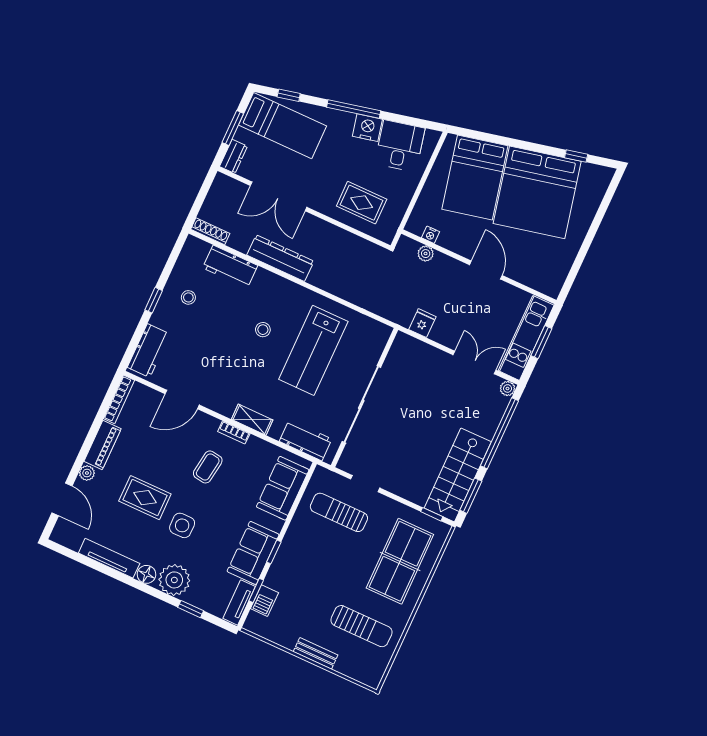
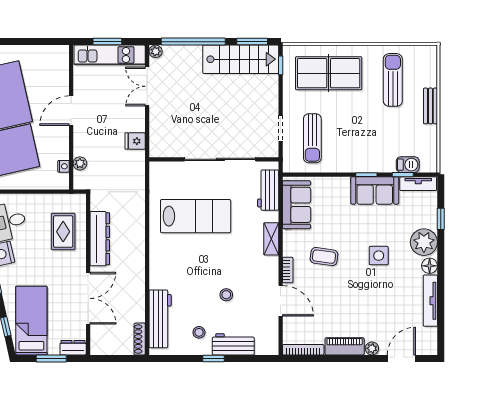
dresser: (280, 258) -> (100, 239), moved, turned 180
workbench: (230, 267) -> (160, 319), width x1.38
stool: (263, 330) -> (226, 295), moved
workbench: (149, 351) -> (233, 344), moved
bookcase: (234, 432) -> (288, 270), moved
sofa: (283, 488) -> (297, 205), moved, turned -90
rug: (145, 498) -> (370, 294), removed

